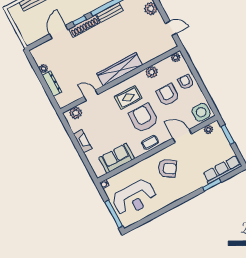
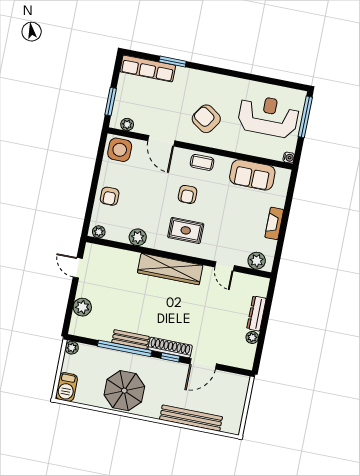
armchair: (168, 95) -> (141, 198), removed
armchair: (144, 118) -> (188, 194), width x0.53, depth x0.53

